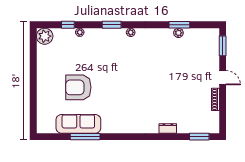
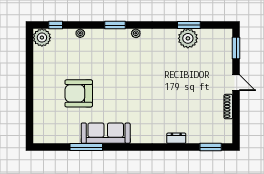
window: (68, 25) -> (56, 25), moved
plant: (178, 33) -> (188, 38), width x1.87, depth x1.87
sofa: (78, 124) -> (106, 133), moved

